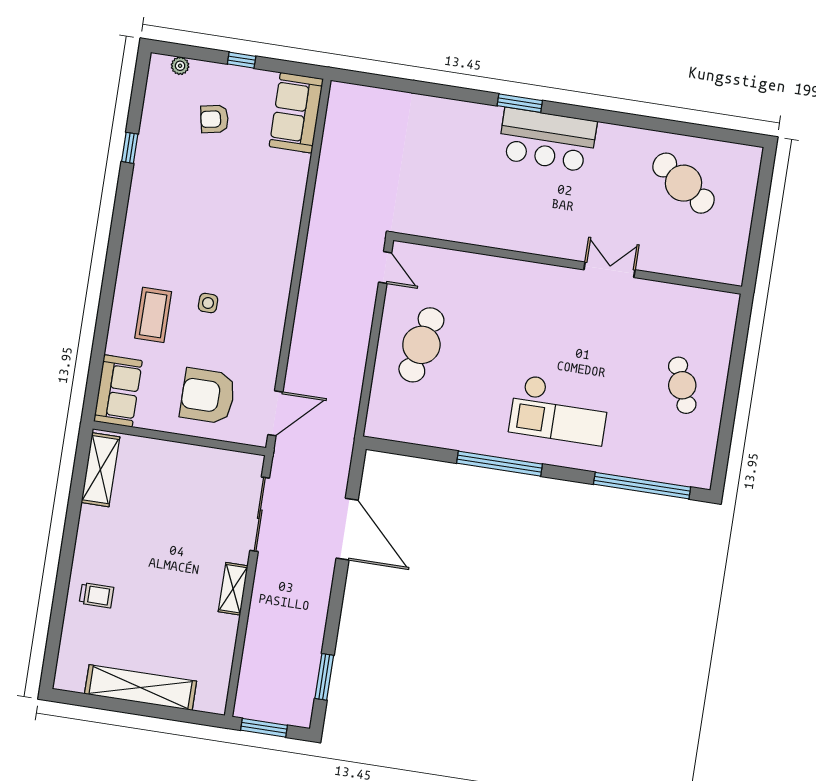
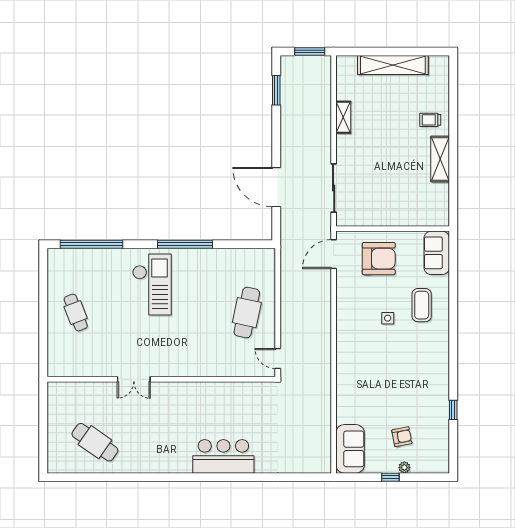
plant: (180, 66) -> (404, 467), moved
window: (520, 103) -> (208, 477), removed
bar counter: (547, 140) -> (223, 456), moved
checkout: (559, 410) -> (152, 285), turned 90
shelving: (100, 470) -> (440, 159), moved
shelving: (233, 589) -> (343, 117), moved

